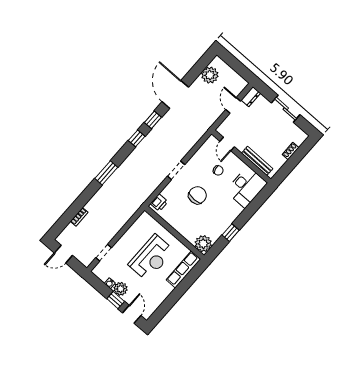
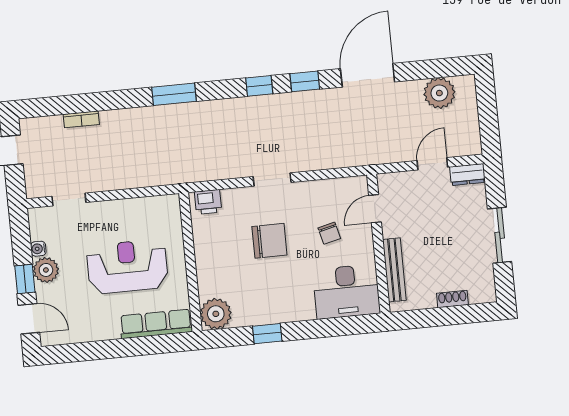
reception desk: (151, 258) -> (127, 267), turned 180
door: (132, 314) -> (29, 319), hinge flipped

